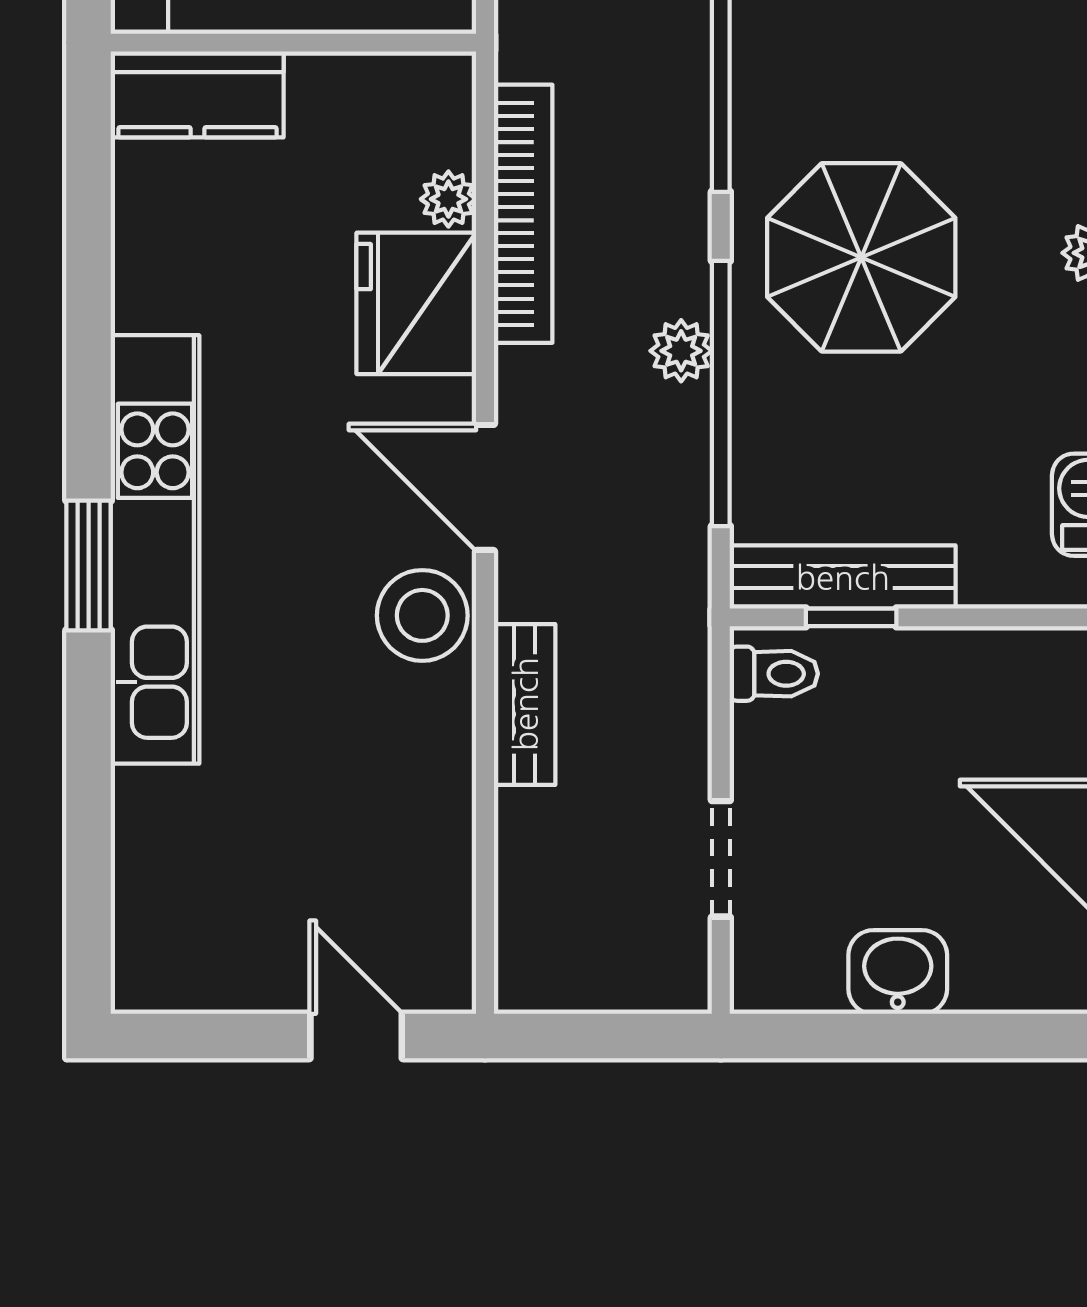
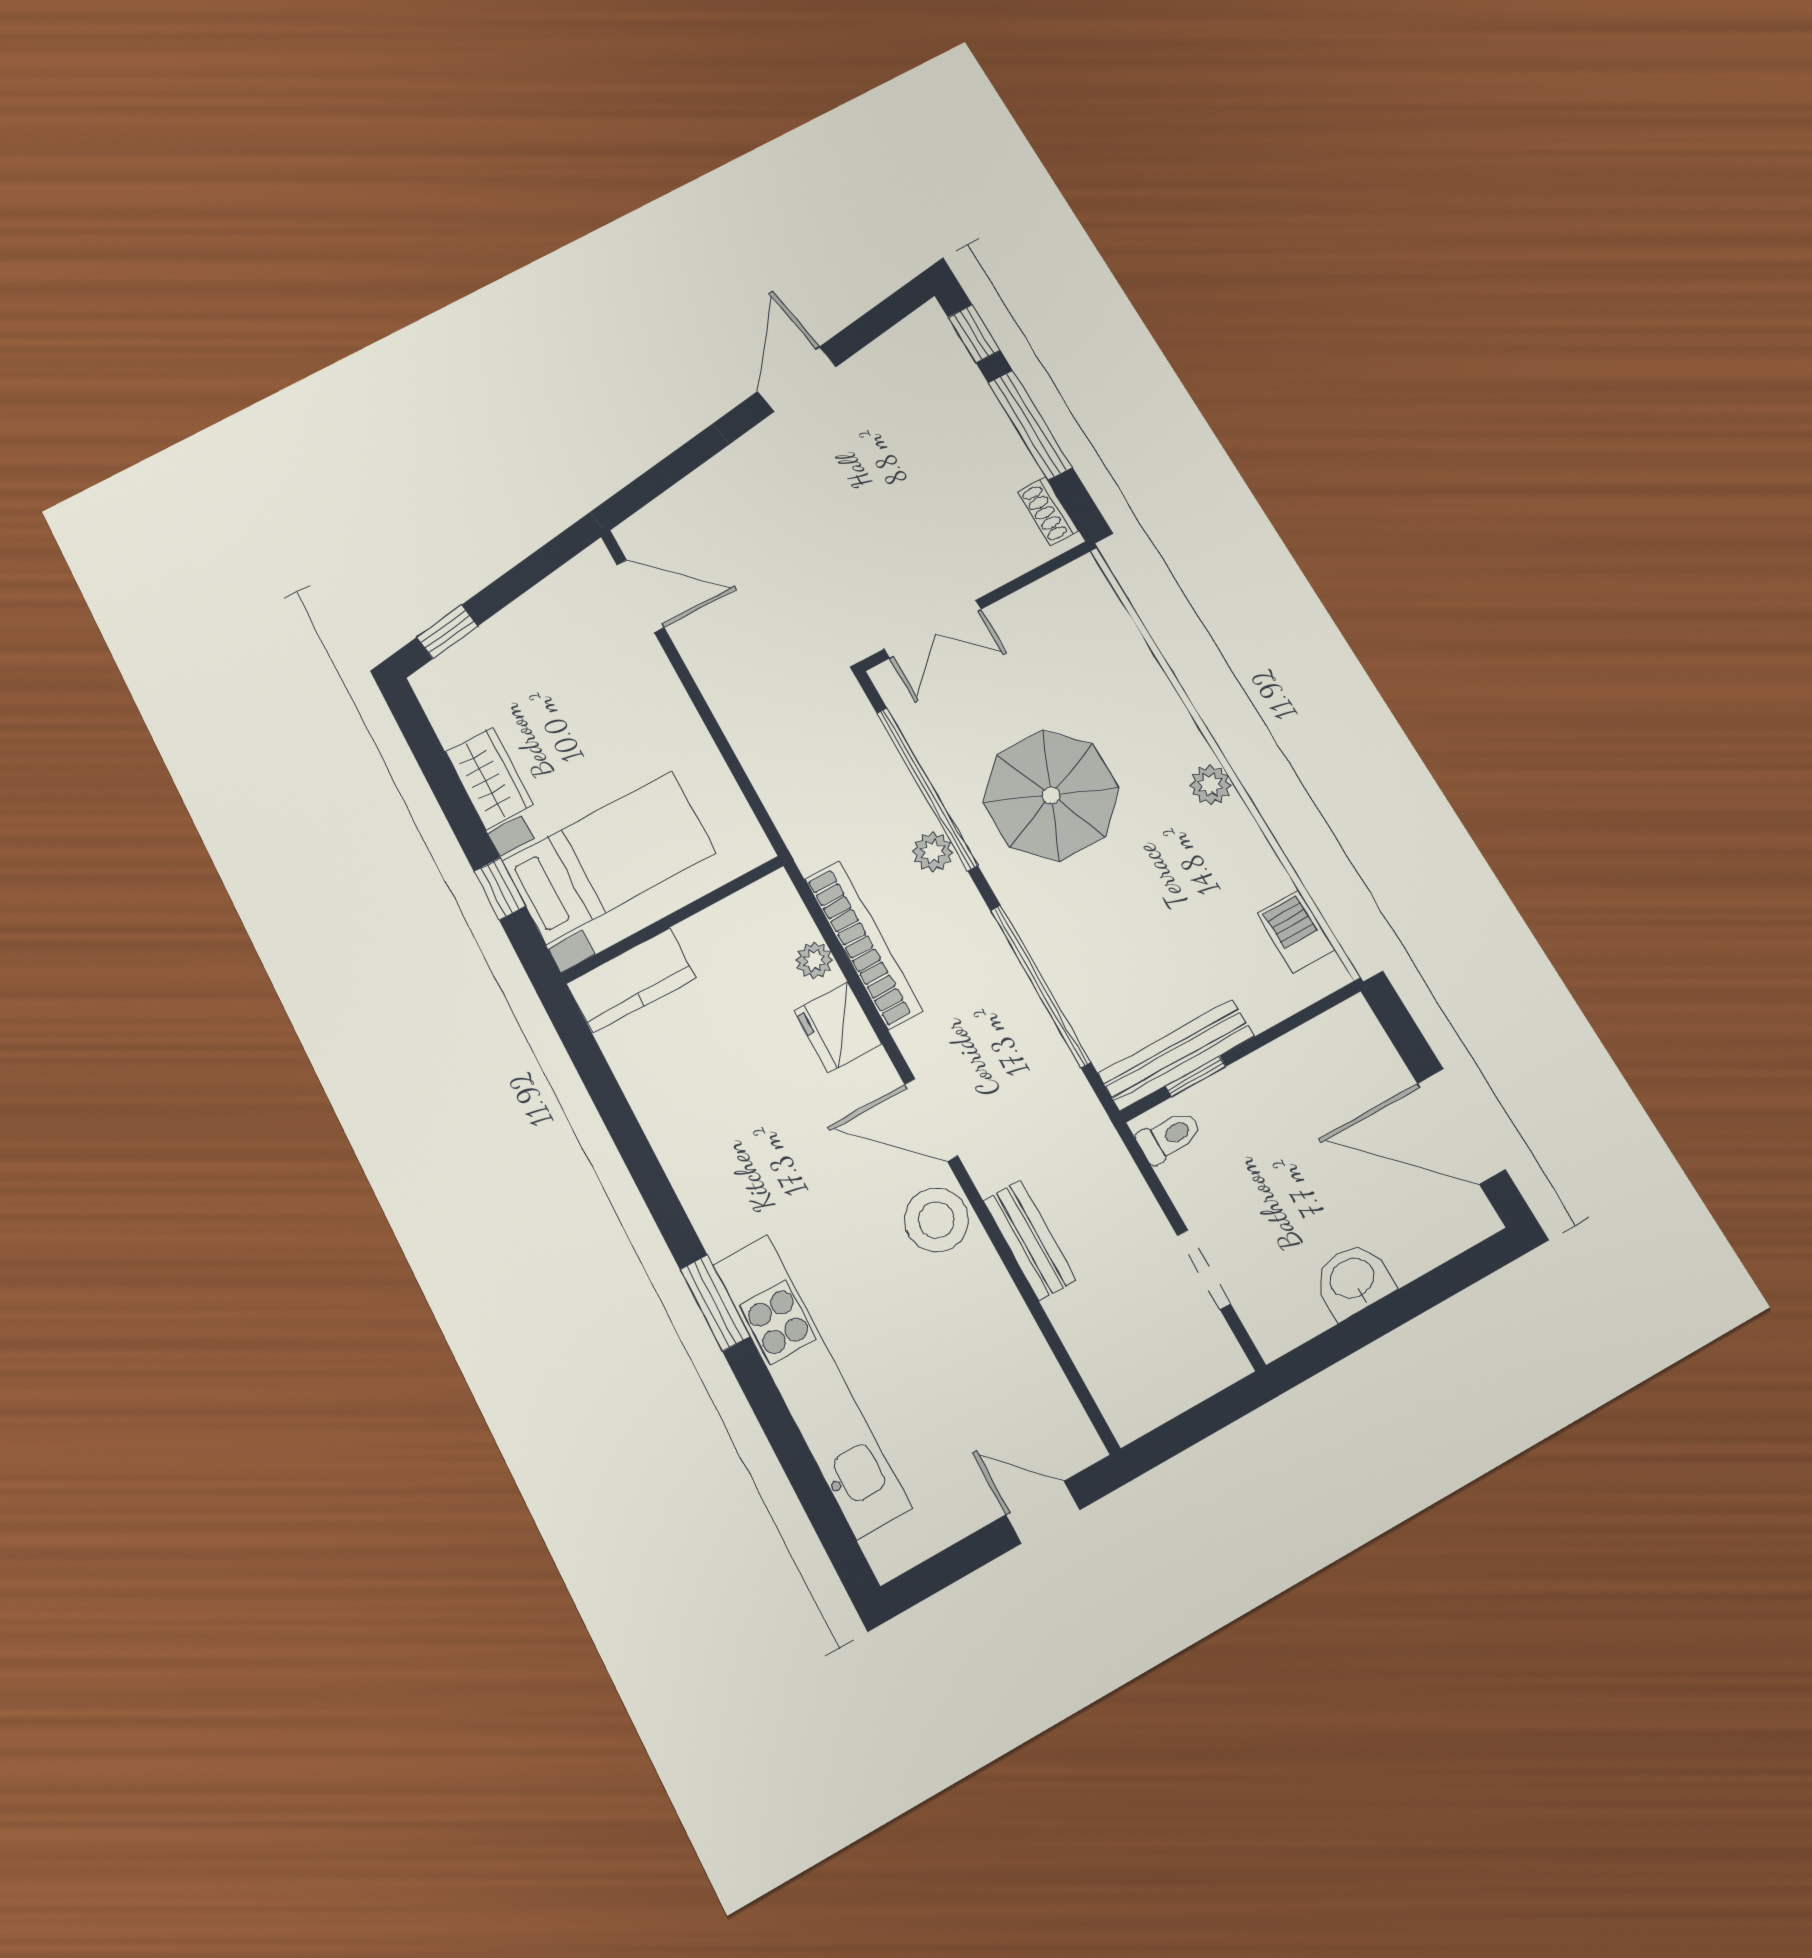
parasol: (861, 257) -> (1051, 795), moved
fridge: (416, 303) -> (838, 1027), width x0.73, depth x0.75
plant: (681, 351) -> (933, 852), moved
kitchen unit: (155, 549) -> (811, 1385), moved

